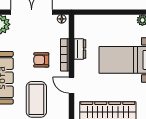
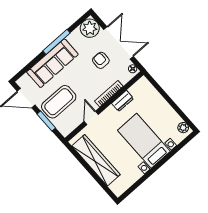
armchair: (41, 60) -> (101, 60), moved

